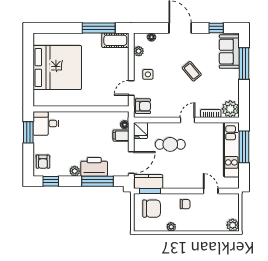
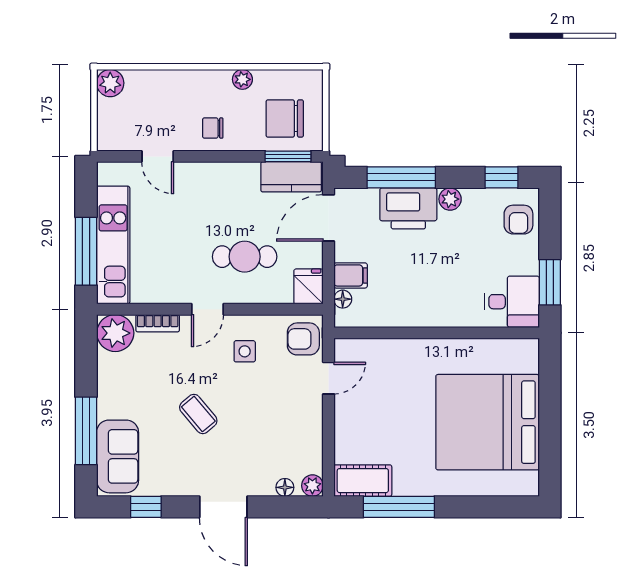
plant: (139, 51) -> (312, 486), moved
side table: (148, 74) -> (245, 351), moved
armchair: (43, 162) -> (518, 220), turned 180

